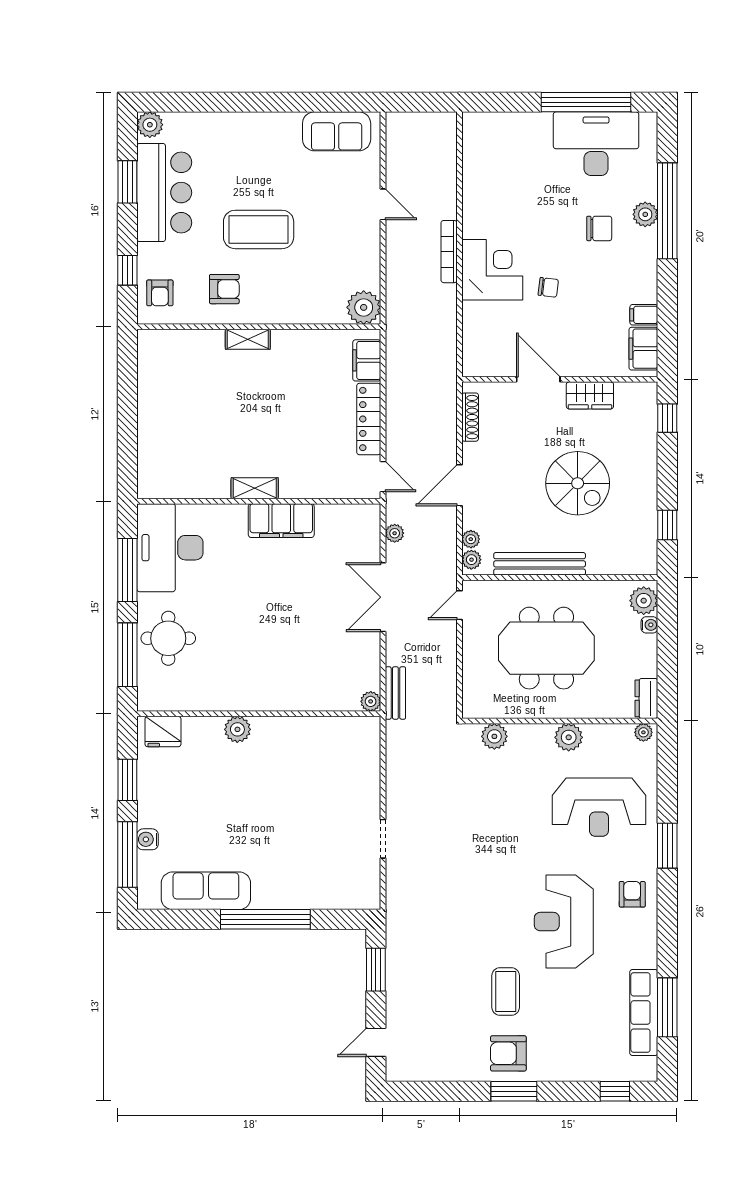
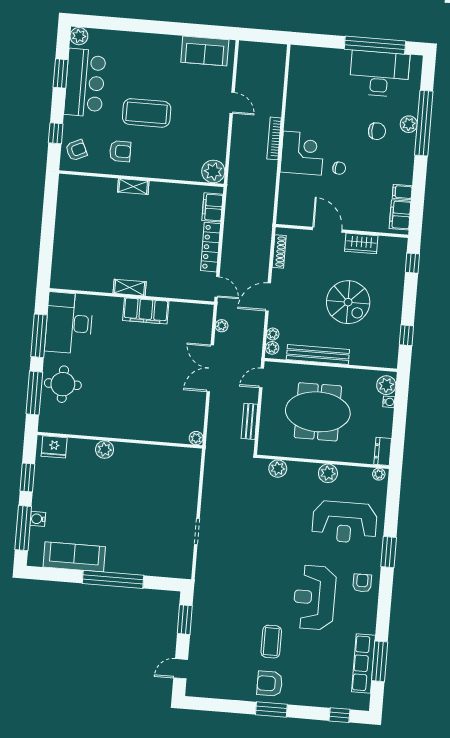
armchair: (160, 293) -> (76, 150), turned -115
bench: (395, 693) -> (249, 421), moved

